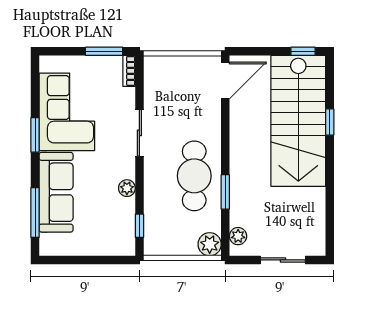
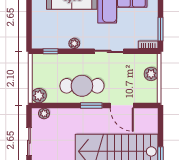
plant: (175, 66) -> (151, 74), added
door: (225, 80) -> (122, 105), moved
window: (225, 192) -> (91, 105), moved

